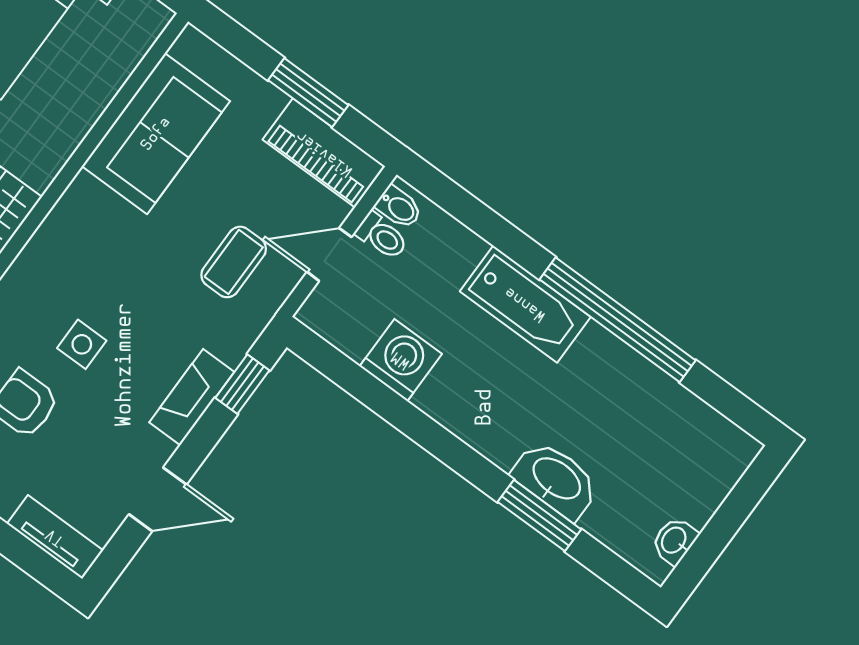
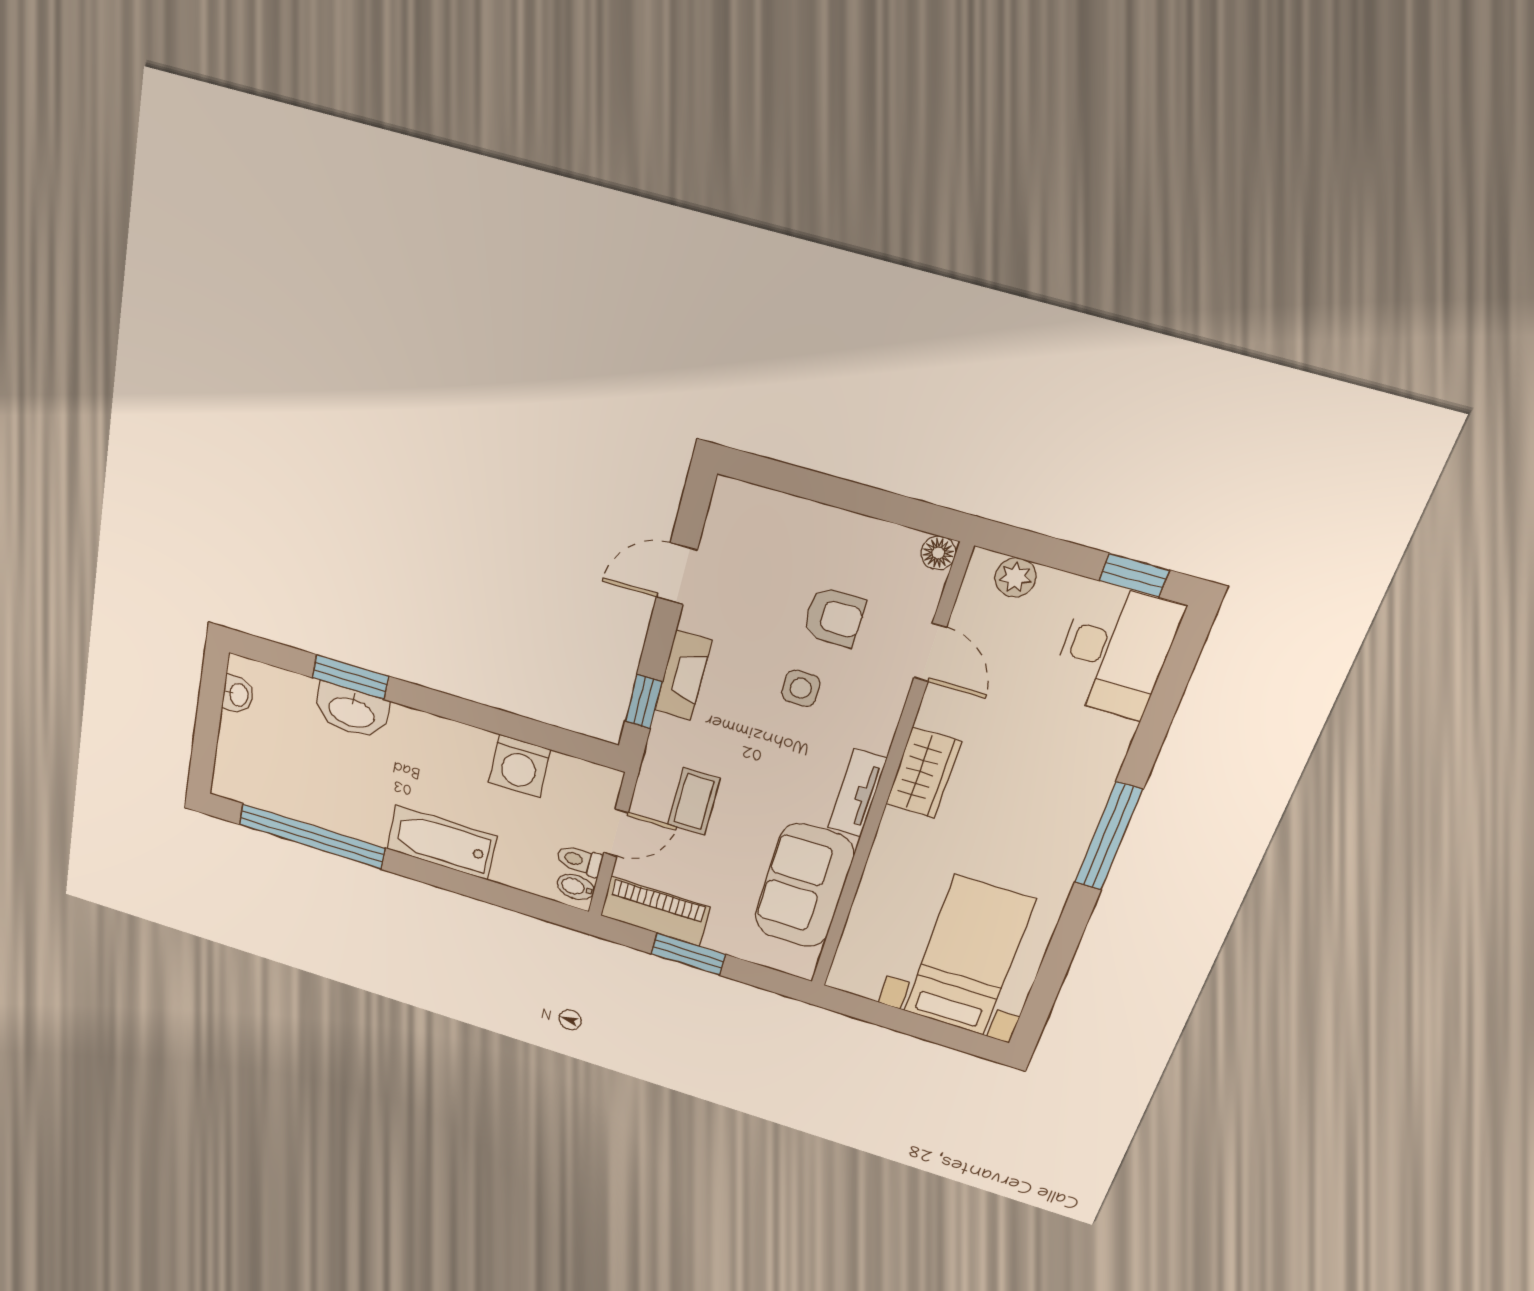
window: (618, 320) -> (312, 836), moved
tv unit: (55, 537) -> (857, 793), moved, turned 90

